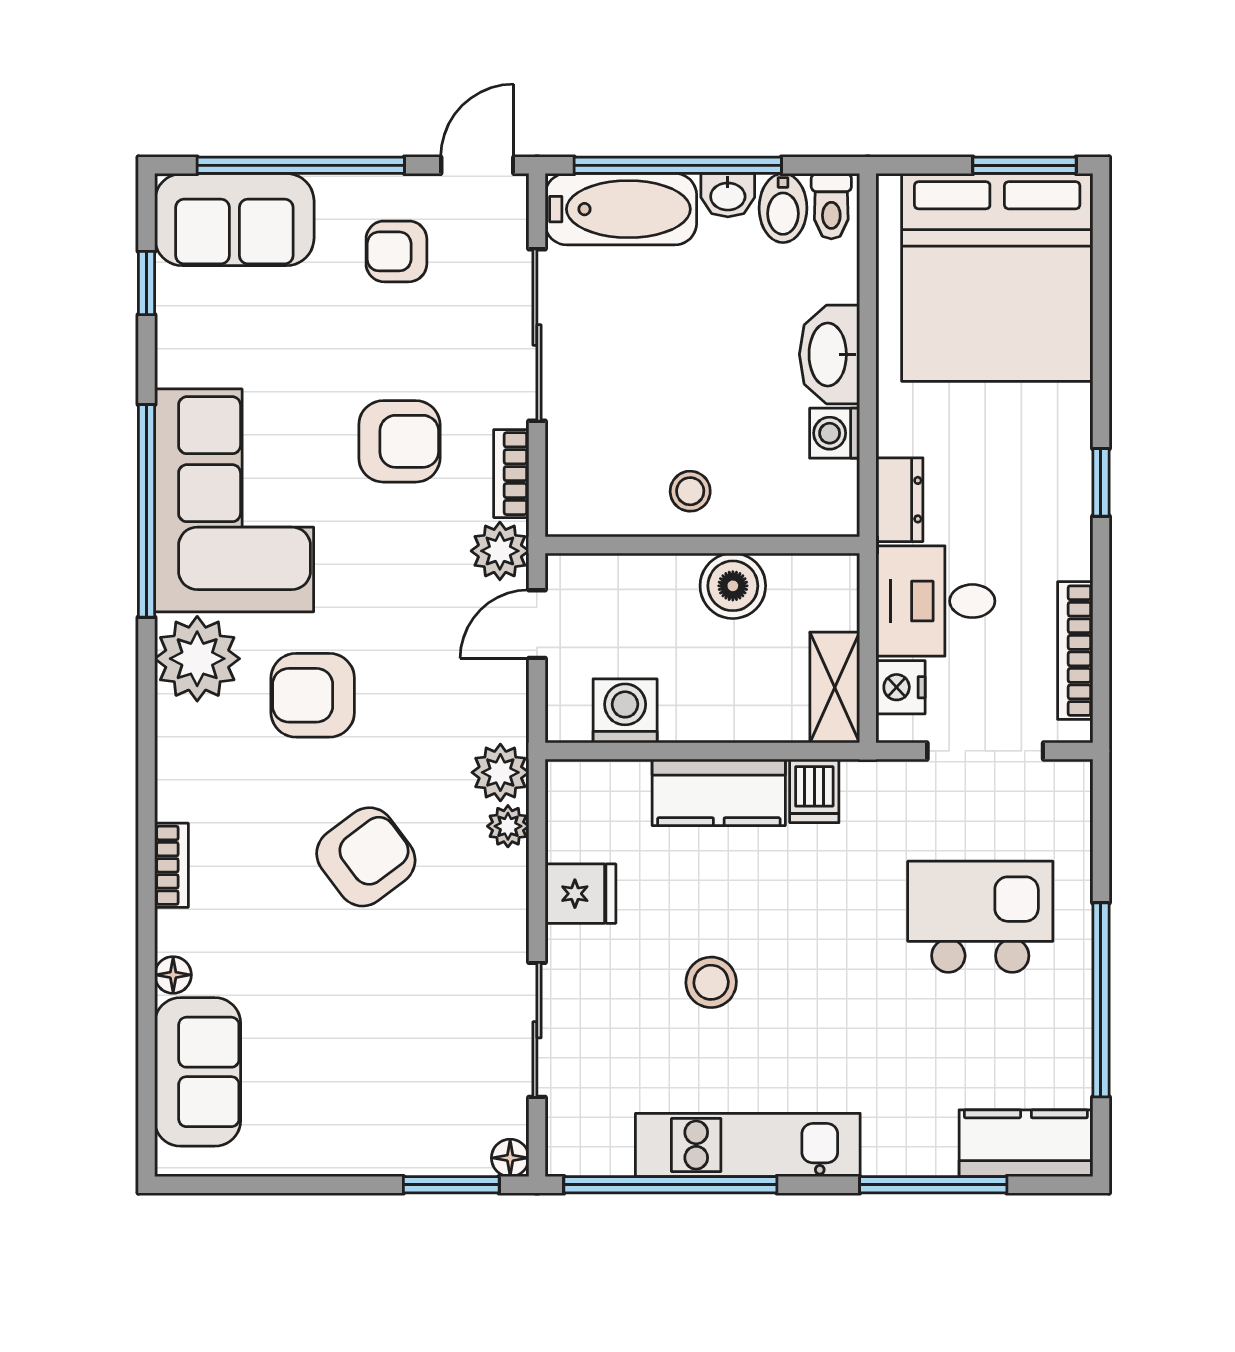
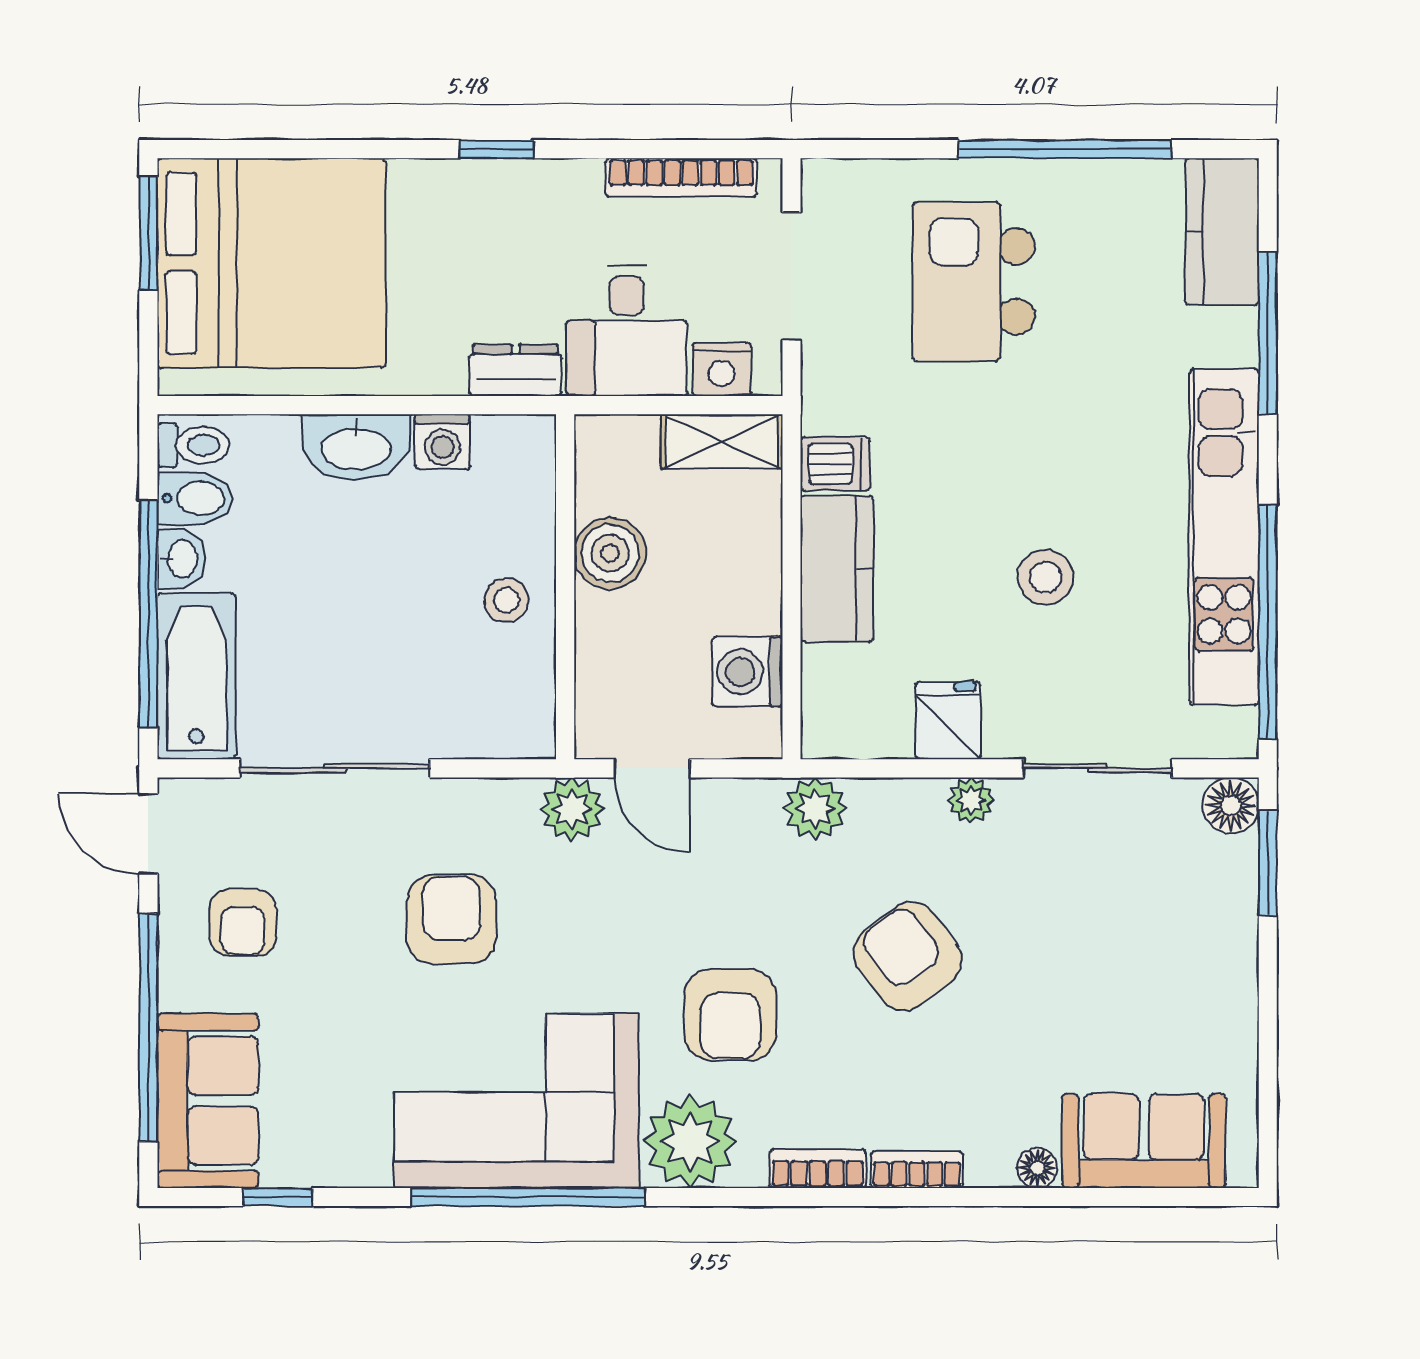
bookcase: (511, 474) -> (818, 1169), moved, turned 180
plant: (508, 826) -> (971, 800), moved
kitchen unit: (748, 1145) -> (1224, 537), width x1.36
floor lamp: (510, 1158) -> (1231, 805), width x1.37, depth x1.37

